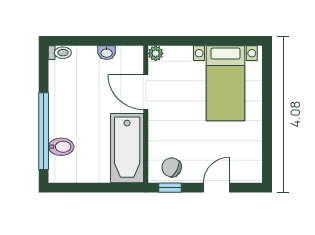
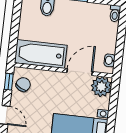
washbasin: (107, 53) -> (110, 60), moved
plant: (156, 53) -> (101, 87), width x1.88, depth x1.88

